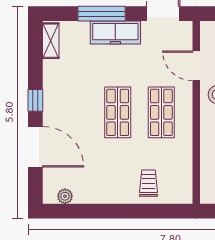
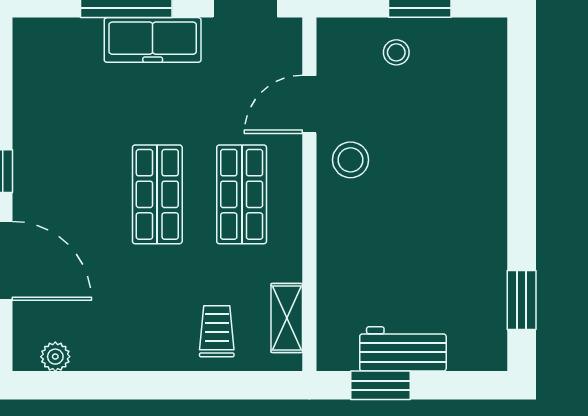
shelving: (51, 41) -> (287, 318), moved
door: (196, 66) -> (309, 104), hinge flipped

